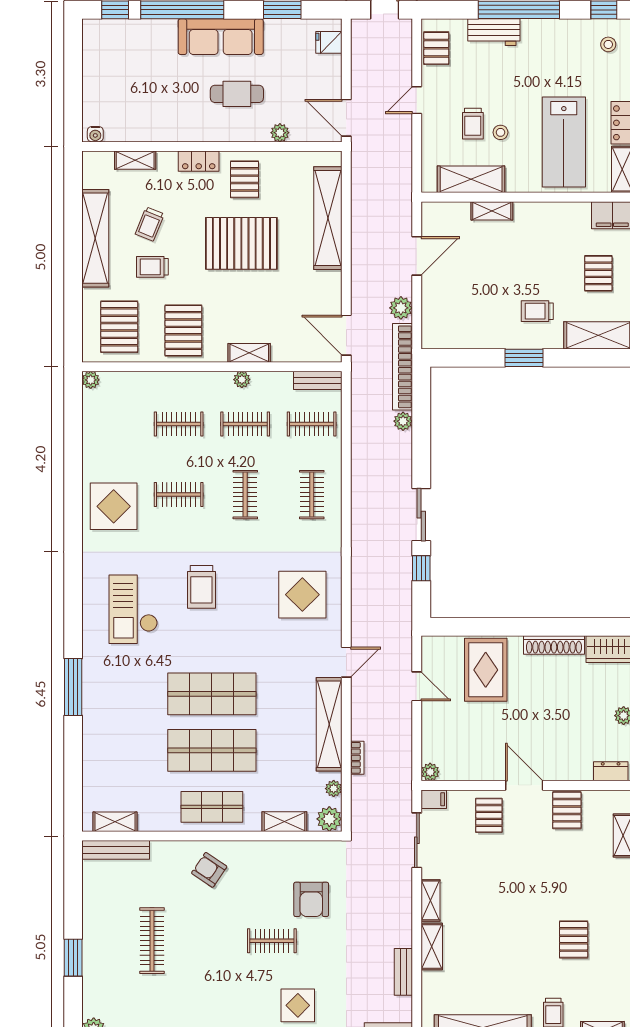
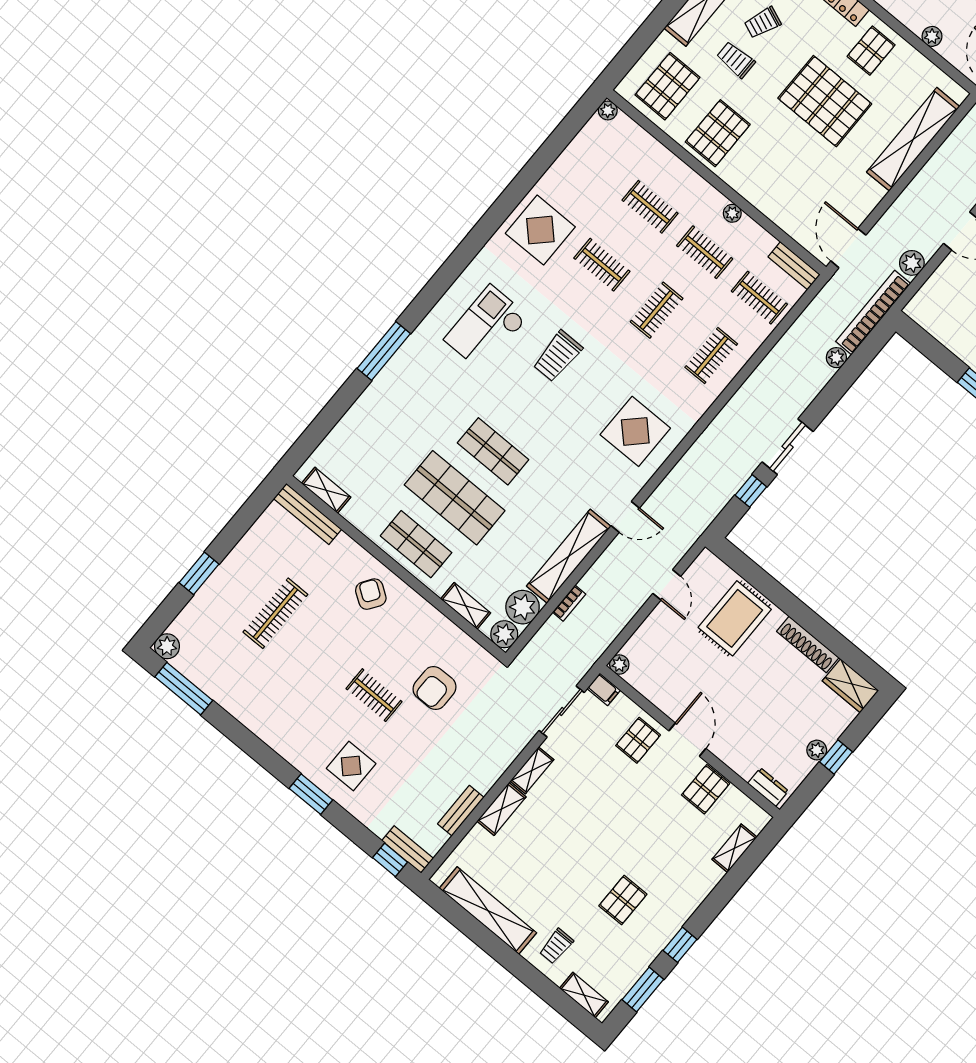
shelving: (249, 353) -> (757, 196), removed
shop shelf: (212, 694) -> (493, 451), width x0.70, depth x0.74
plant: (334, 789) -> (523, 607), width x1.87, depth x1.87

